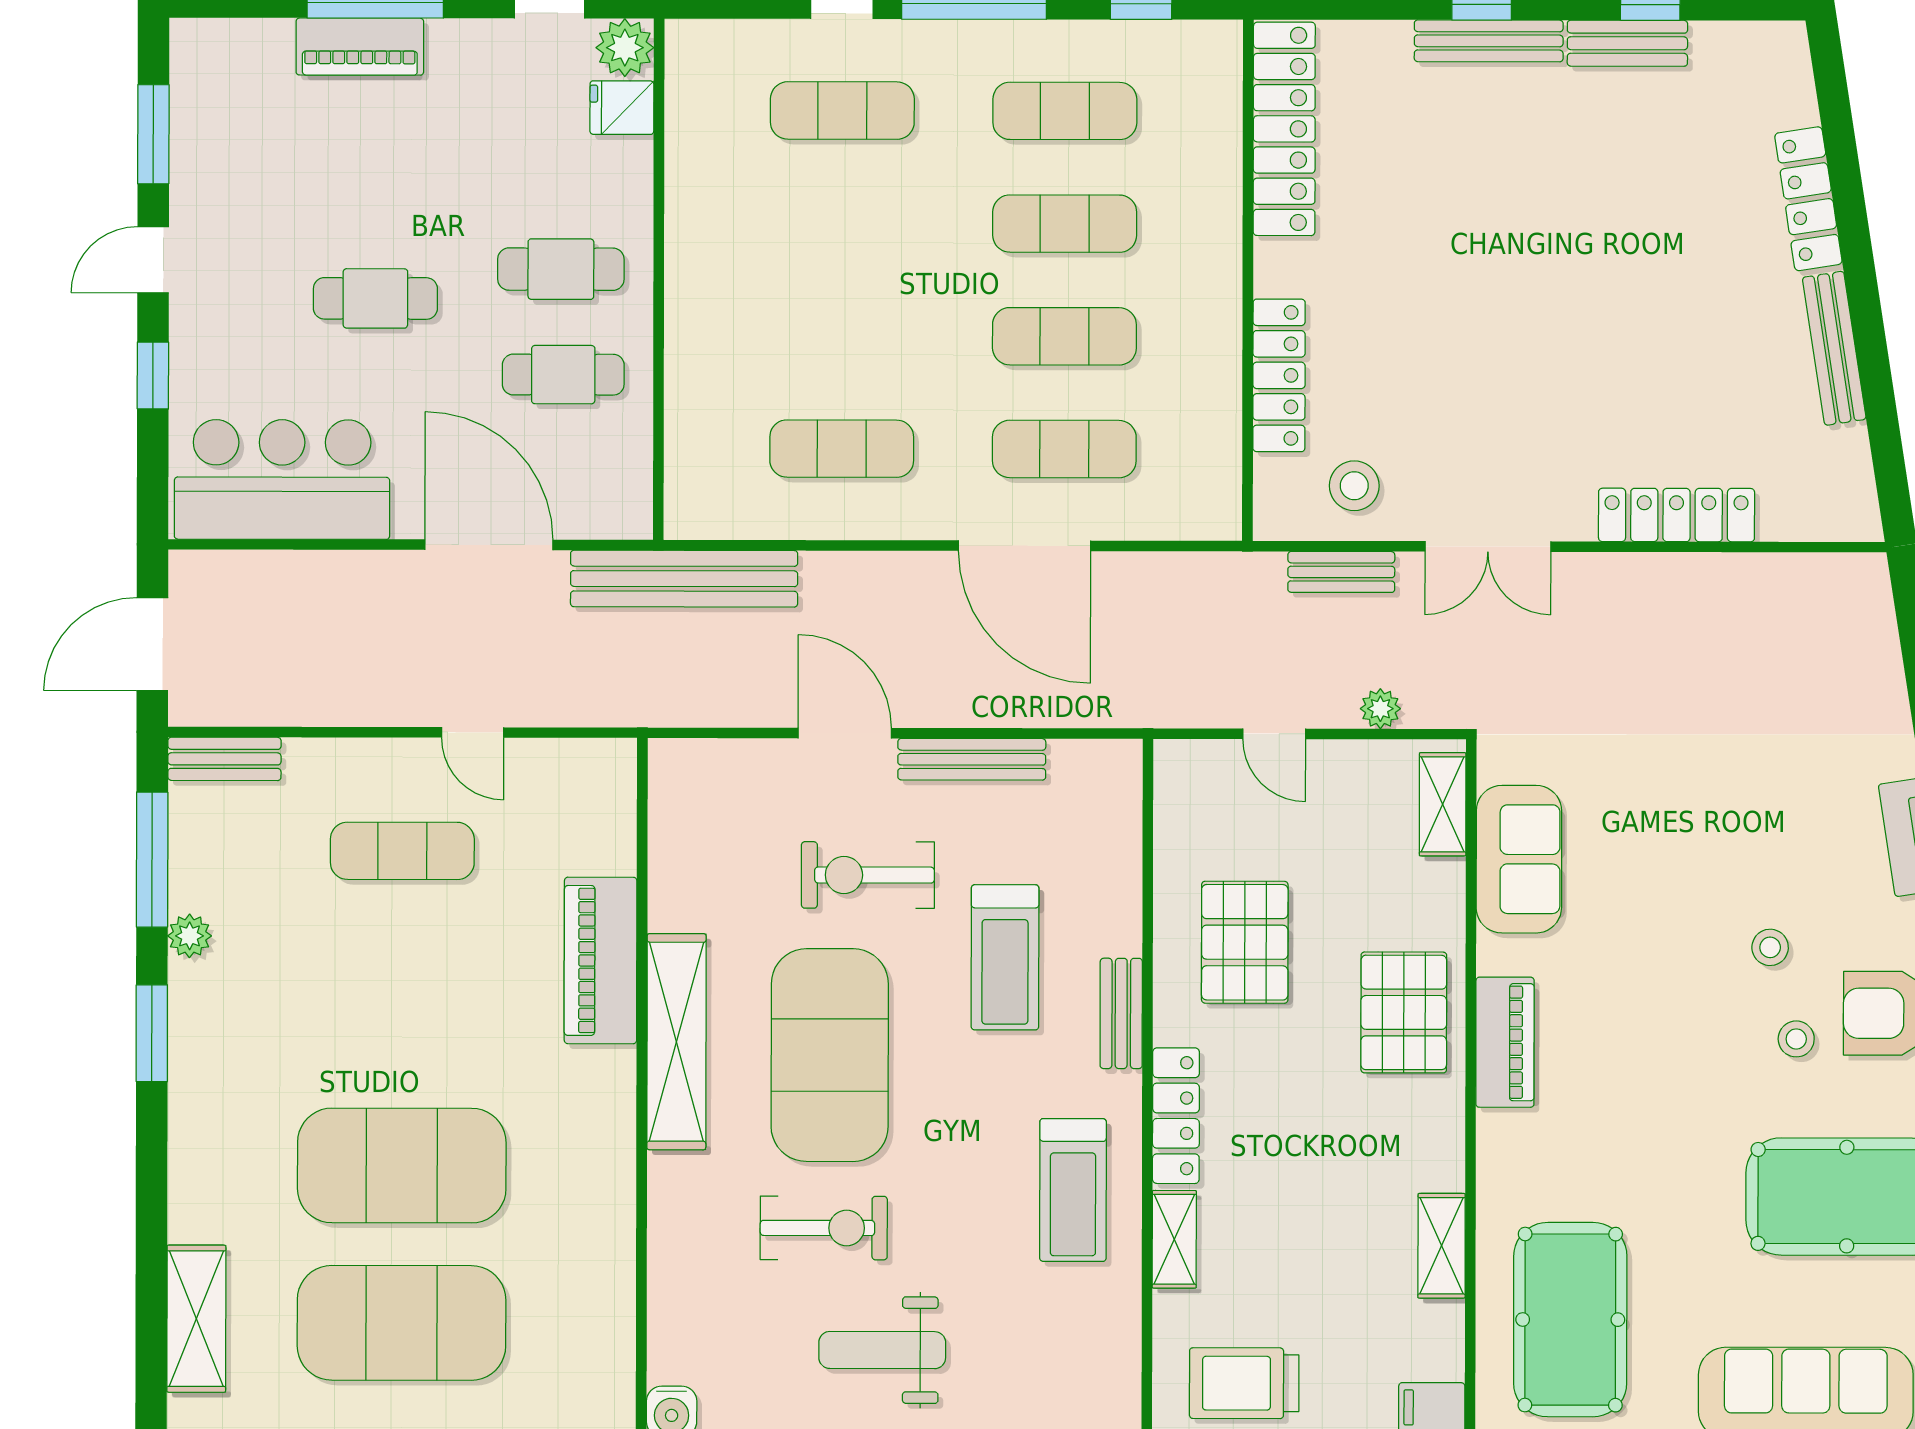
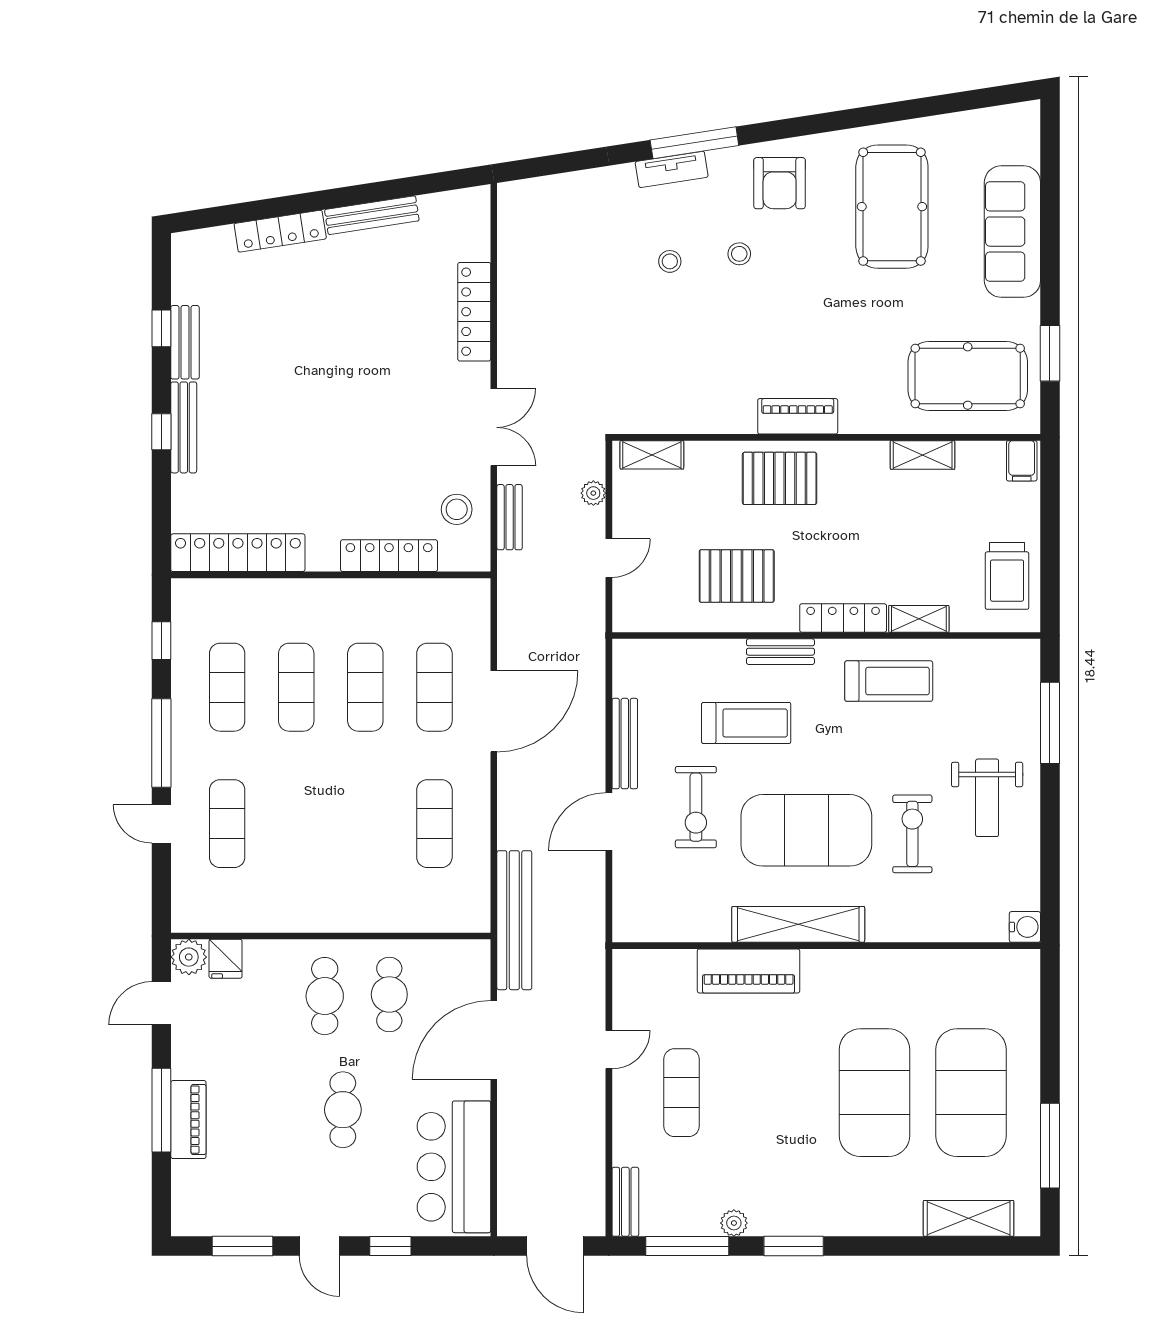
sofa: (1519, 859) -> (685, 408), removed
stool: (1796, 1039) -> (670, 261), moved

